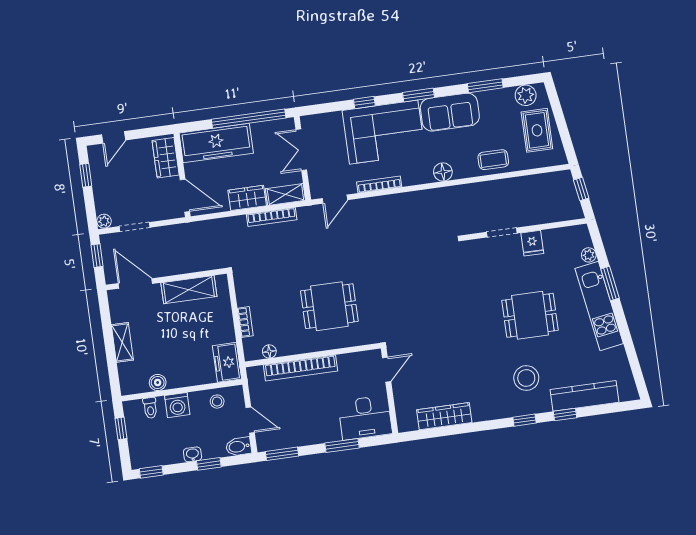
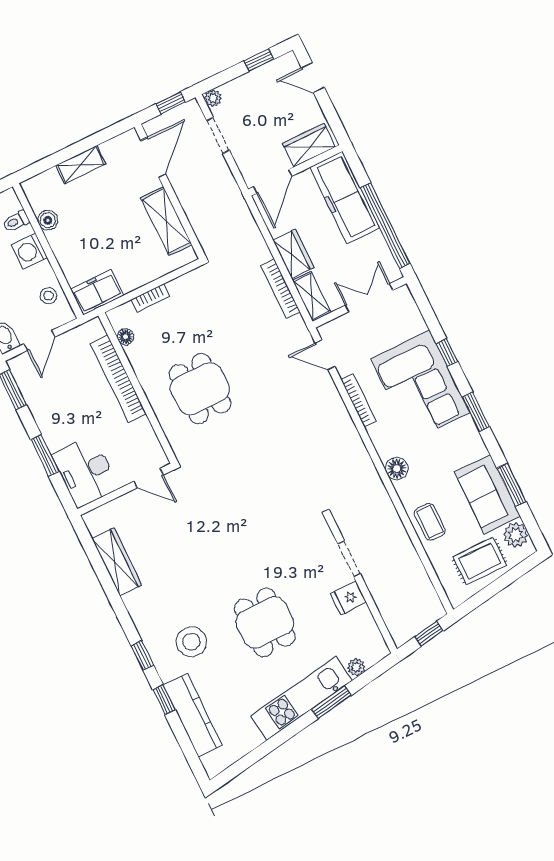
sofa: (450, 112) -> (488, 494), moved

